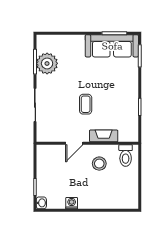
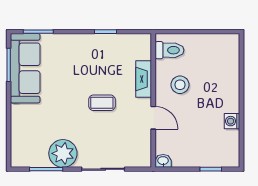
plant: (47, 63) -> (63, 153), moved
washbasin: (41, 203) -> (163, 161), moved

